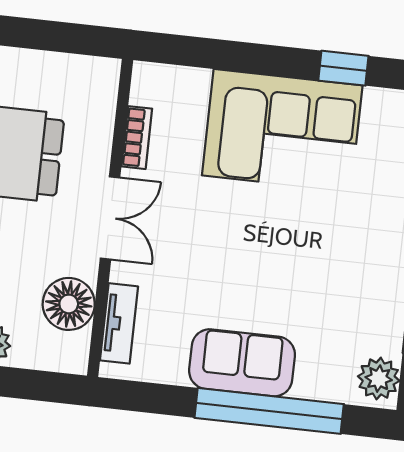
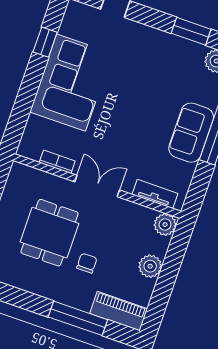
floor lamp: (69, 304) -> (138, 219), removed
plant: (69, 353) -> (165, 225), added

